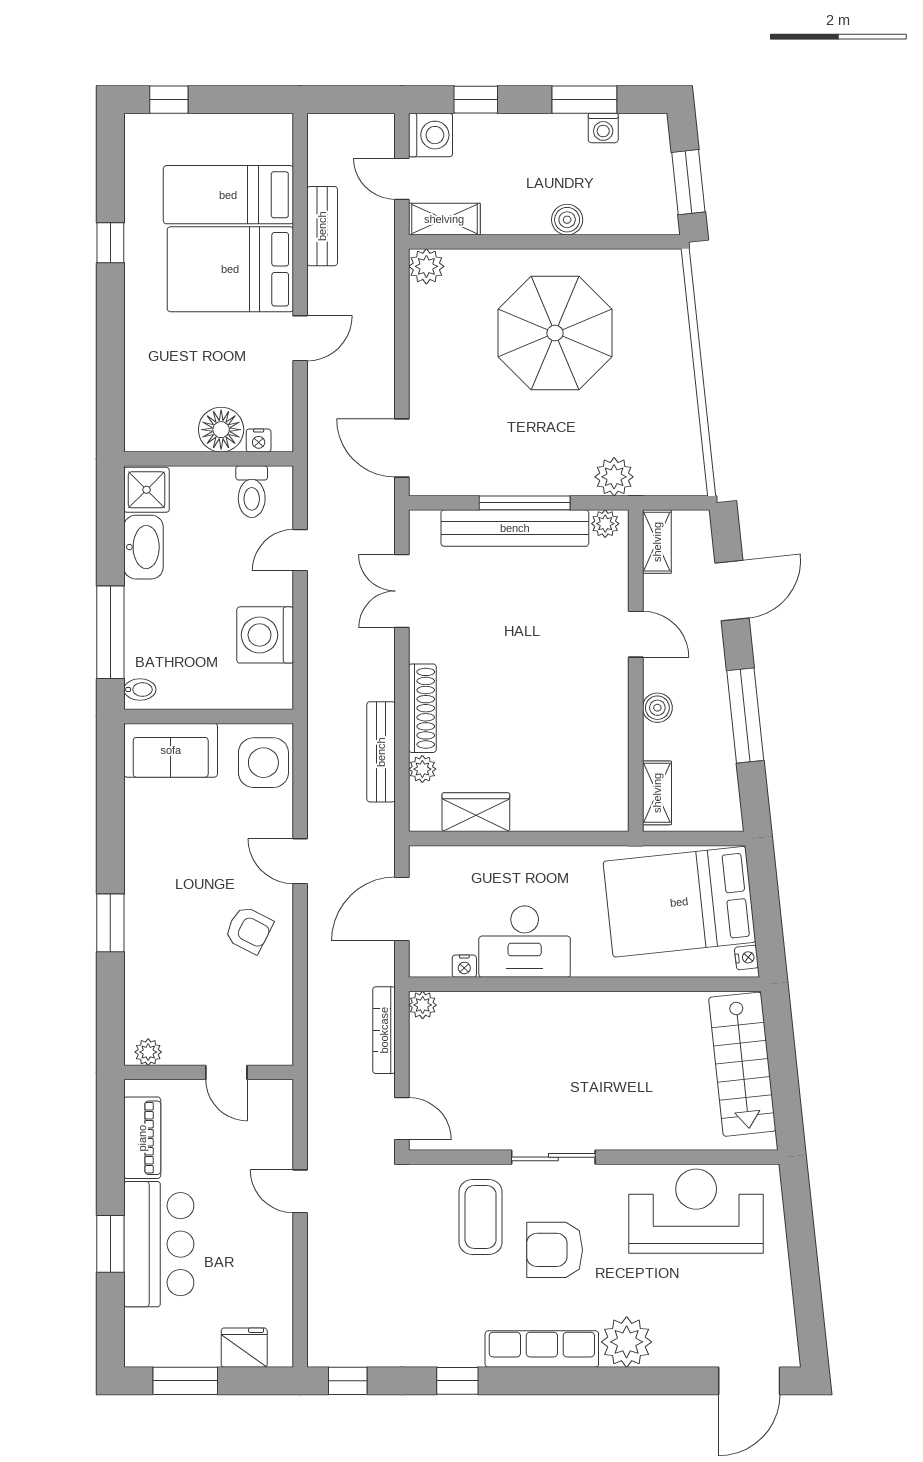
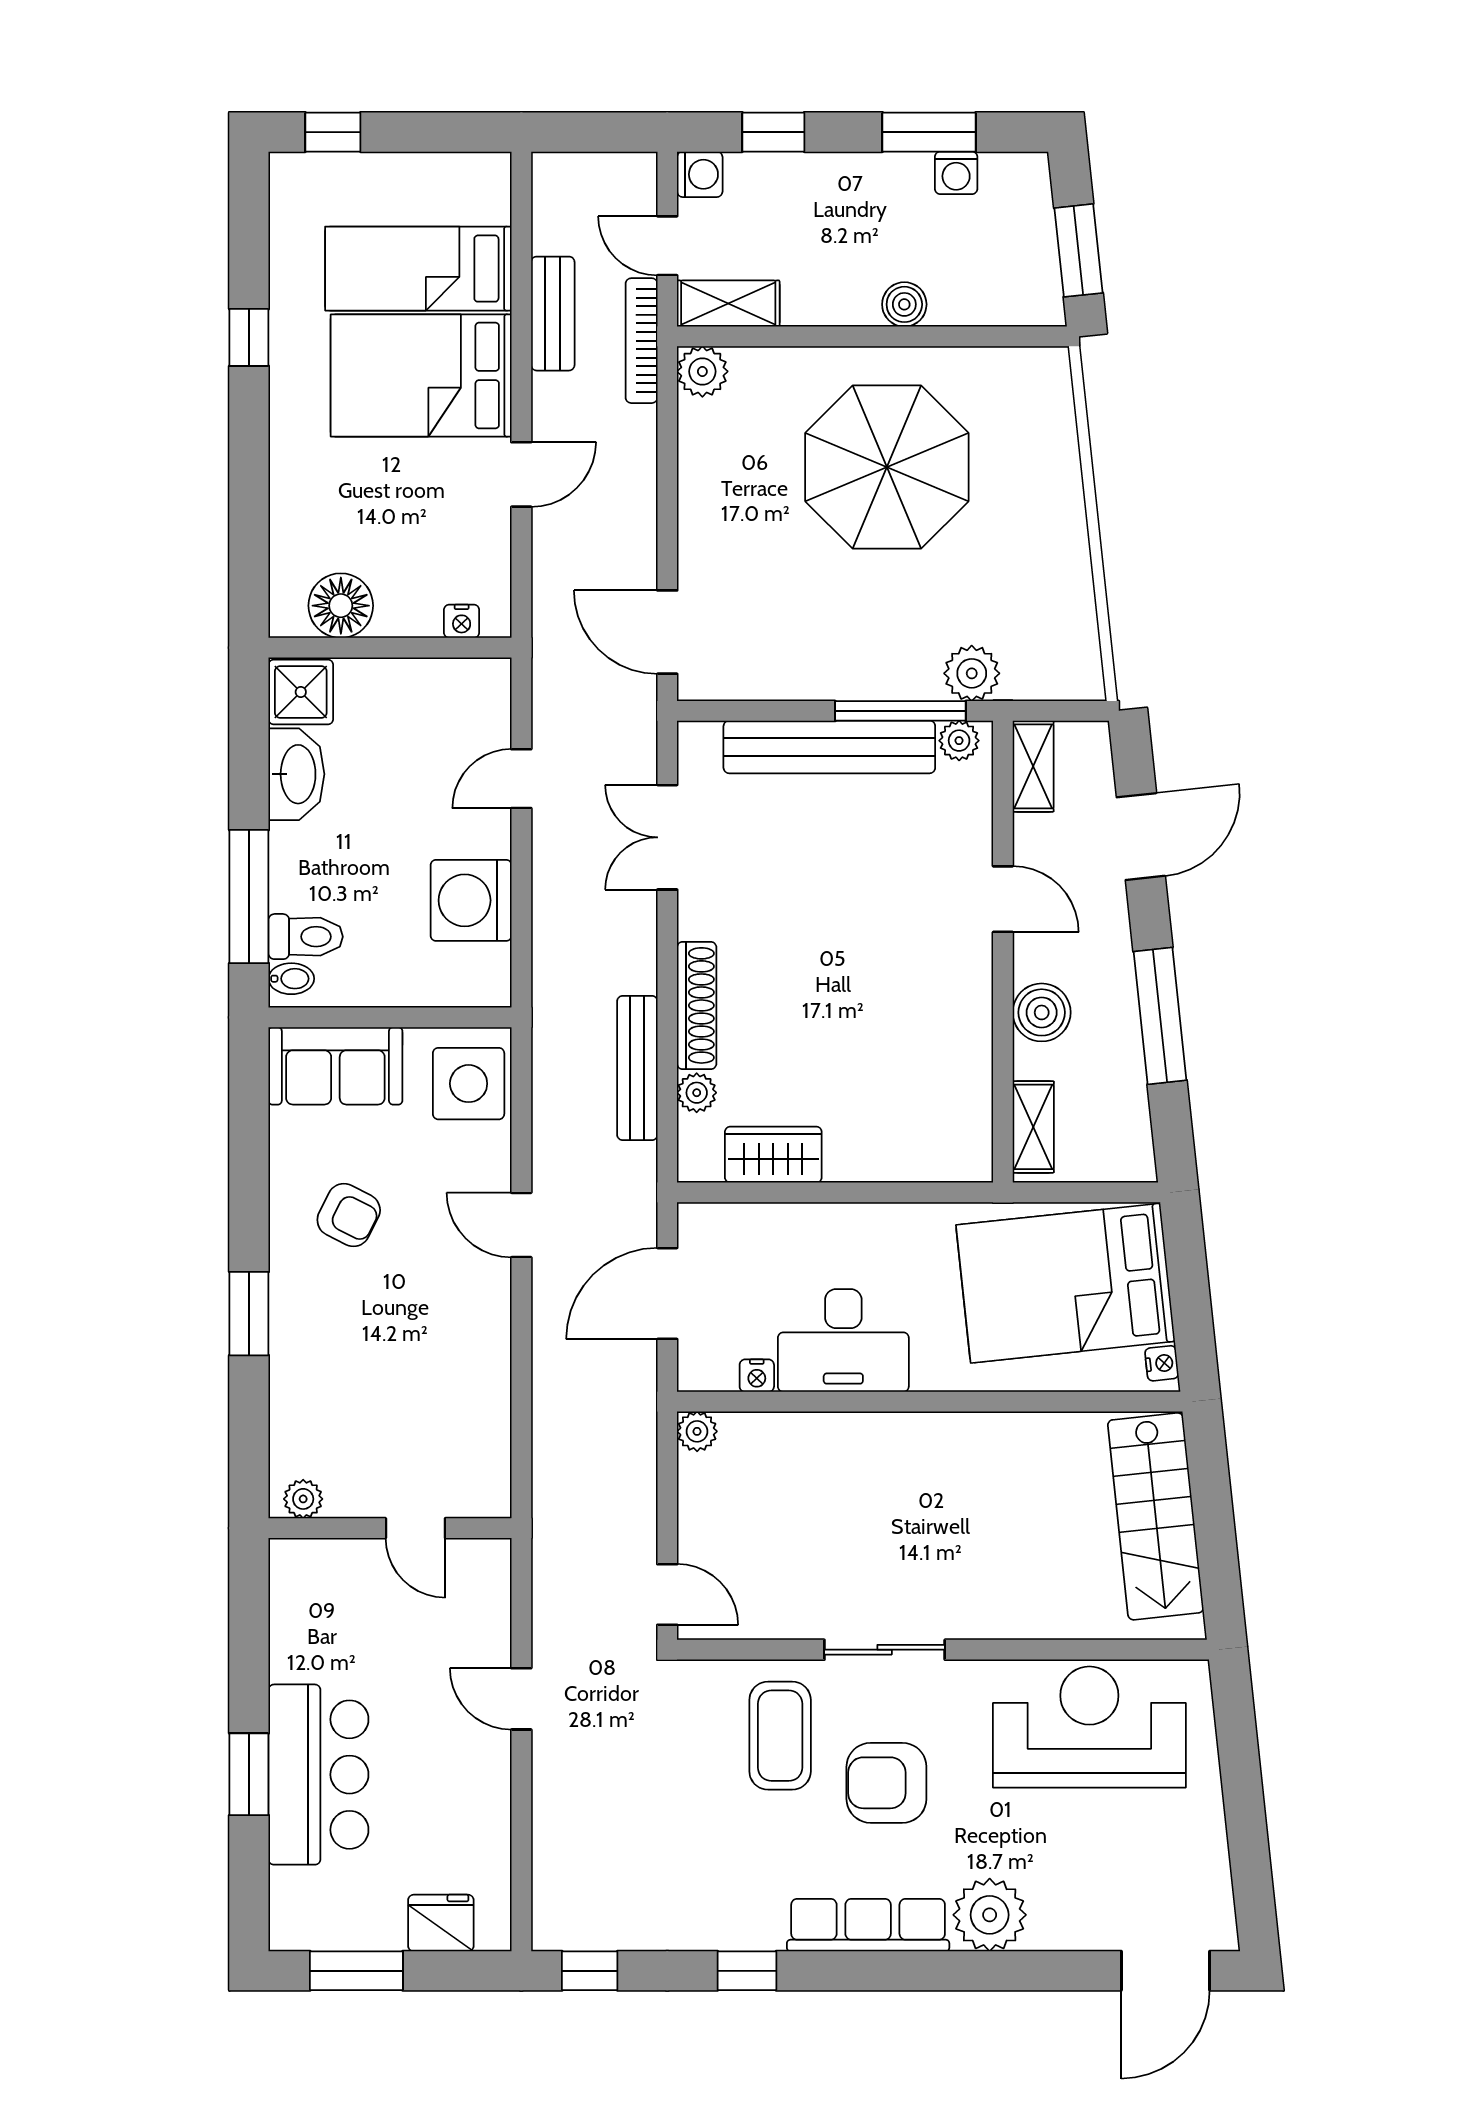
washing machine: (431, 135) -> (700, 174), width x0.73, depth x0.73
floor lamp: (221, 430) -> (341, 606), moved
toilet: (252, 492) -> (306, 937), moved, turned -90
window: (525, 503) -> (900, 711), moved
boiler: (657, 708) -> (1042, 1012), width x1.36, depth x1.36
armchair: (249, 930) -> (349, 1215), moved
bookcase: (384, 1030) -> (642, 341), moved
piano: (142, 1138) -> (295, 1622), removed

